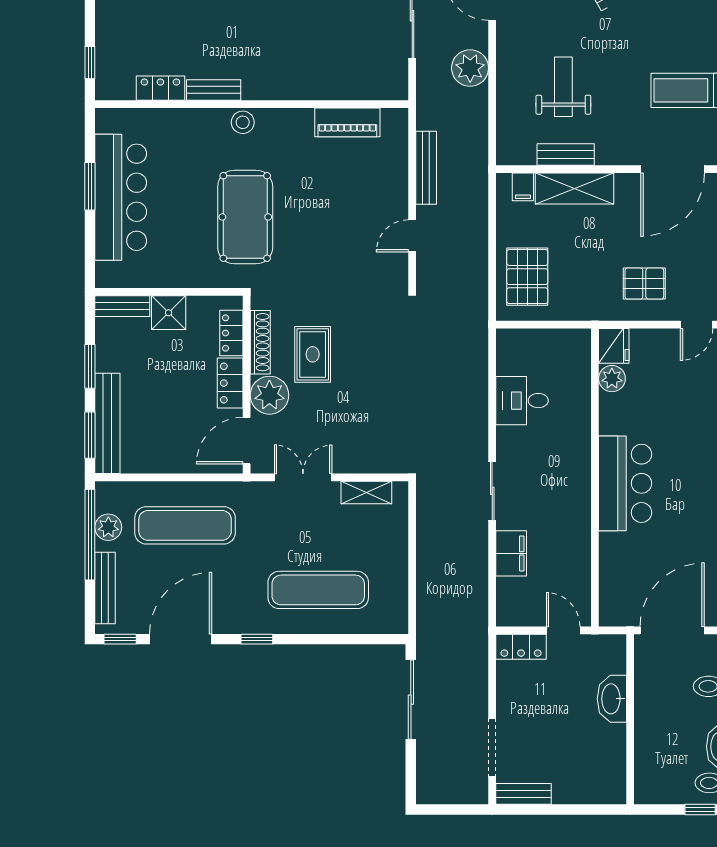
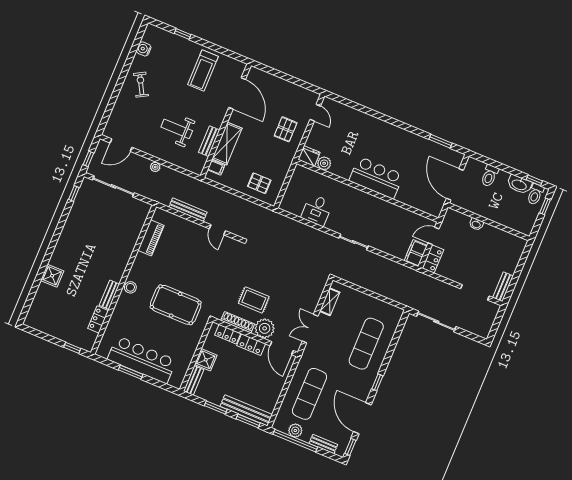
plant: (470, 68) -> (155, 167), width x0.53, depth x0.53
pallet: (527, 277) -> (259, 183), width x0.67, depth x0.71
filing cabinet: (511, 553) -> (416, 253), moved, turned -90
bench: (105, 588) -> (323, 444), width x0.73
washbasin: (612, 699) -> (476, 224), width x0.52, depth x0.69

